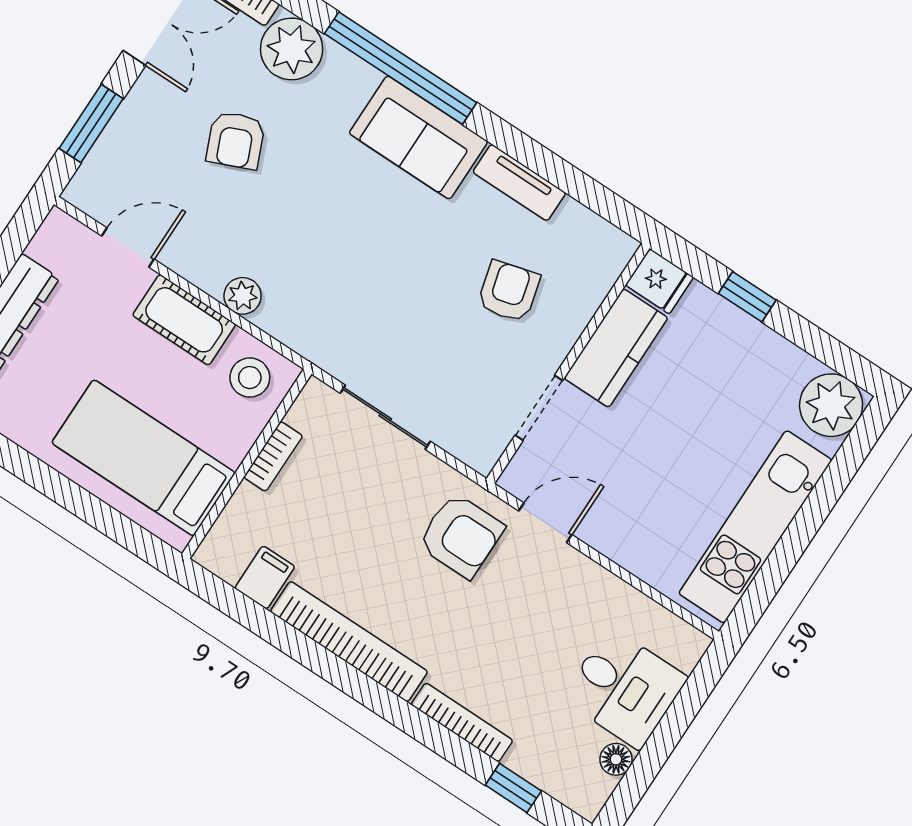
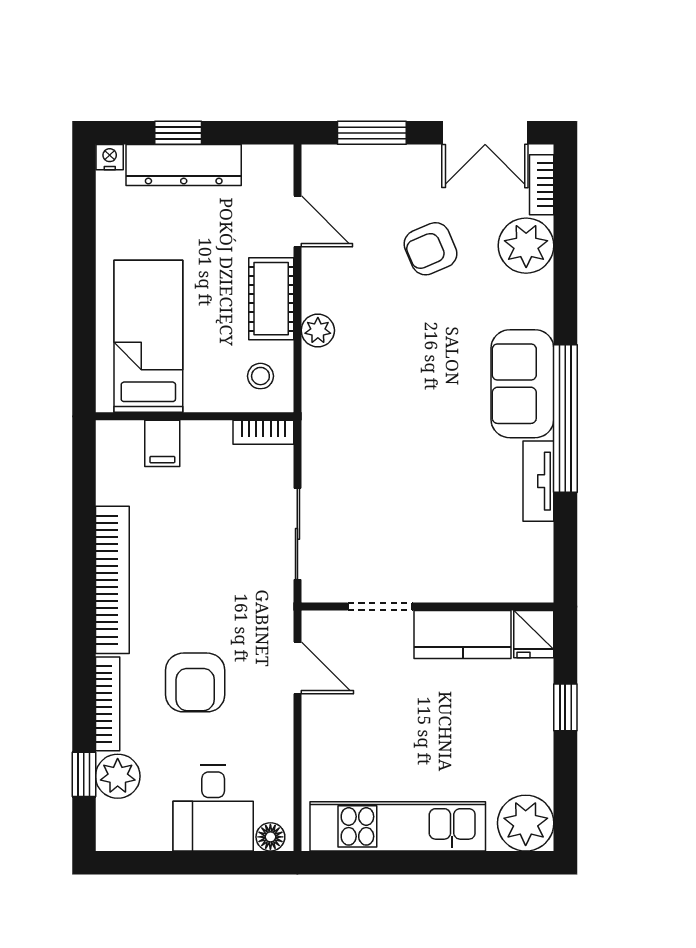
window: (401, 68) -> (565, 418), moved
armchair: (509, 291) -> (452, 527), removed
stool: (250, 378) -> (260, 376), width x0.73, depth x0.73
sliding door: (385, 417) -> (297, 534), moved
bookcase: (273, 456) -> (263, 432), moved
armchair: (461, 536) -> (195, 682), moved
filing cabinet: (265, 577) -> (162, 443), moved, turned 90
plant: (536, 758) -> (118, 776), added
floor lamp: (616, 759) -> (270, 837), moved

